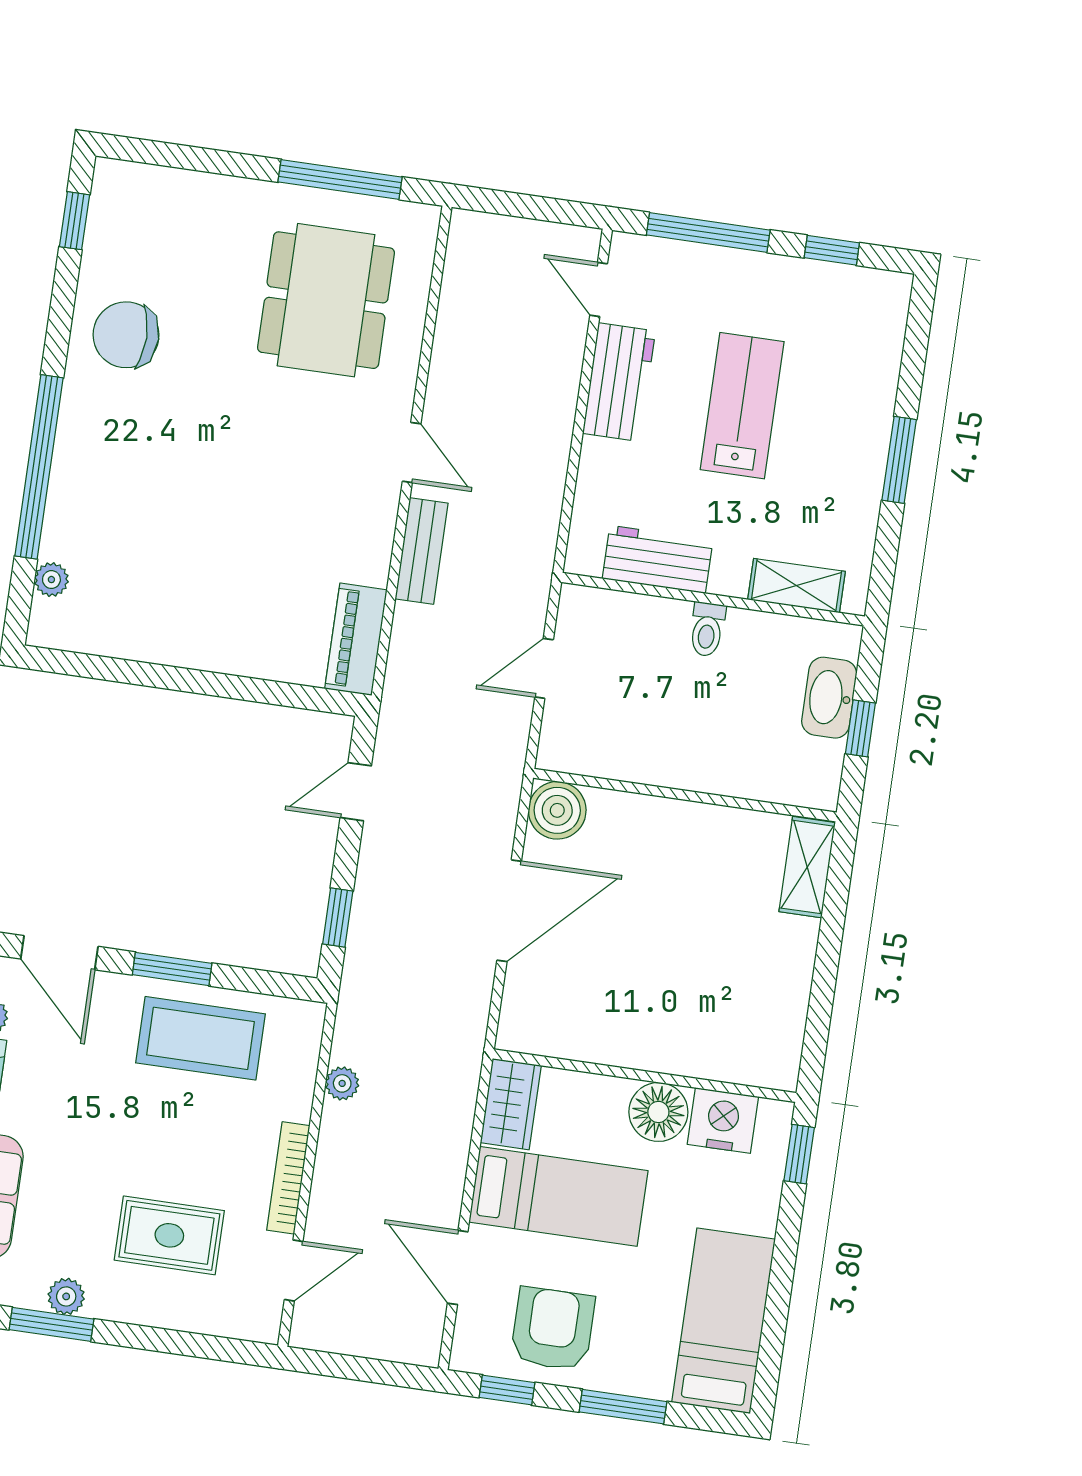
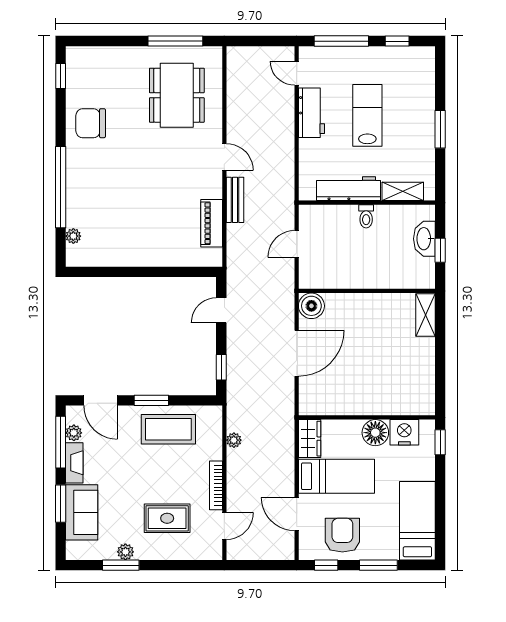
workbench: (658, 559) -> (348, 189), width x1.37
piano: (356, 639) -> (212, 223), moved

